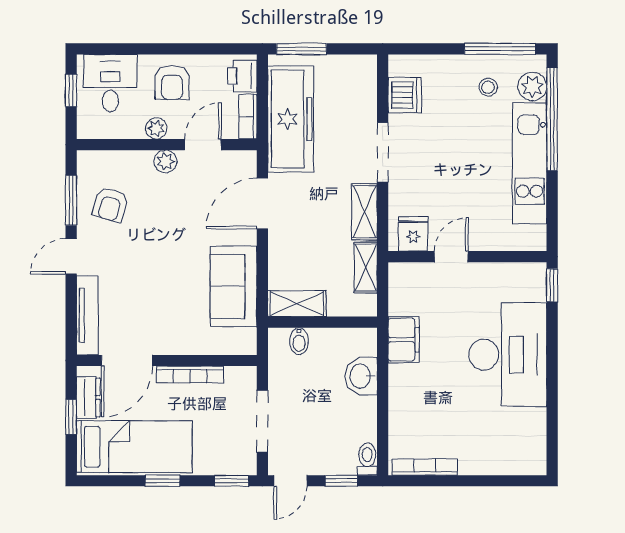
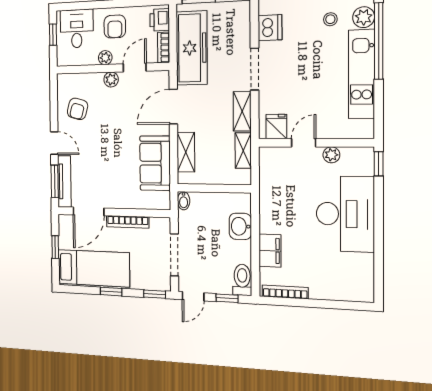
window: (71, 200) -> (55, 181), moved
door: (71, 256) -> (54, 143), swing flipped
plant: (489, 273) -> (331, 155), added
shelving: (297, 304) -> (186, 152), moved, turned 90
filing cabinet: (404, 340) -> (270, 251), moved
bidet: (299, 341) -> (184, 201), moved
dresser: (88, 398) -> (65, 235), removed
toilet: (367, 459) -> (242, 280), width x1.37, depth x1.39

